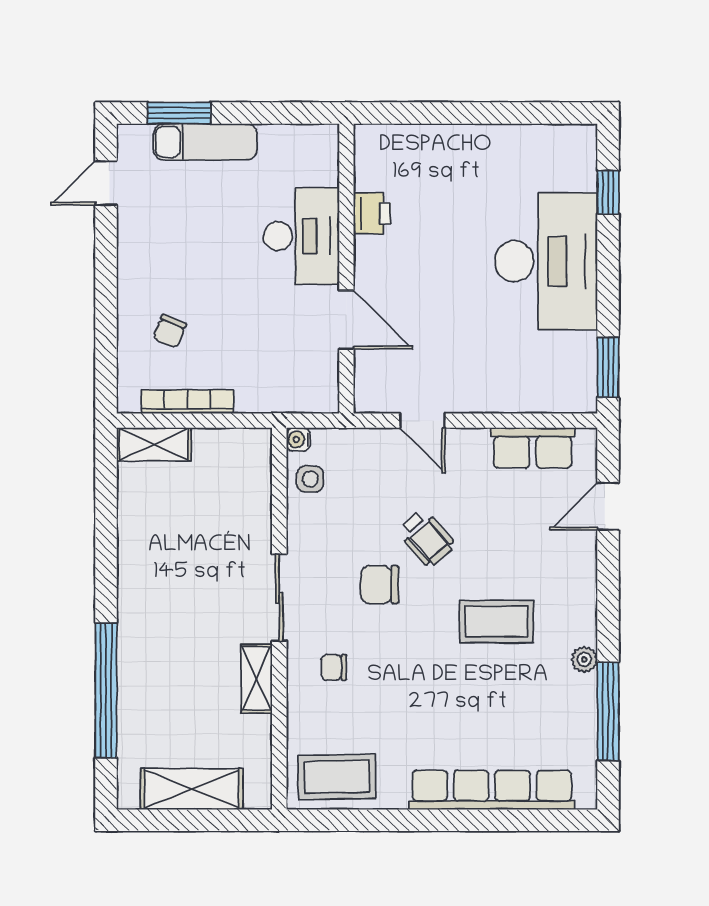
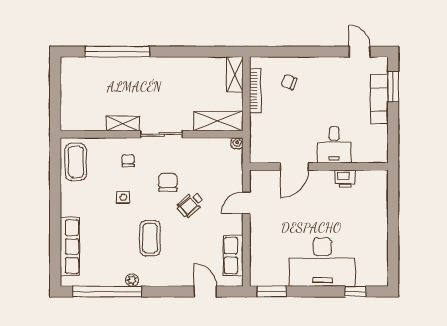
desk: (301, 236) -> (334, 145), width x0.73
side table: (310, 479) -> (123, 197), moved
window: (608, 711) -> (107, 291), width x1.46
shelving: (192, 789) -> (218, 121), moved, turned 90
row of seats: (492, 790) -> (70, 247), width x0.73

